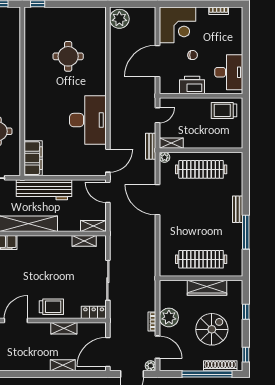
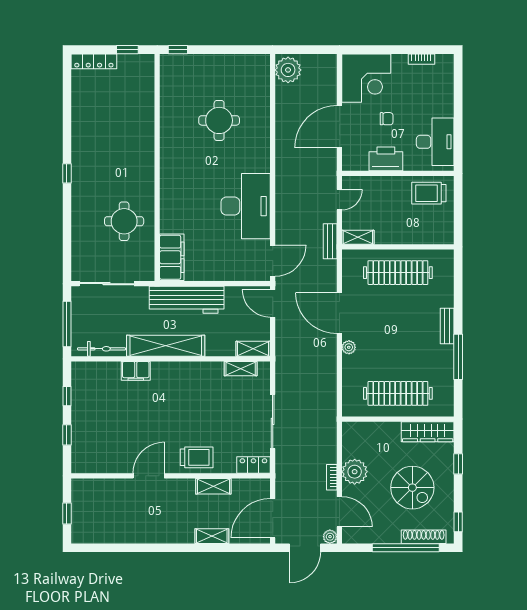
plant: (165, 157) -> (349, 347), moved
wardrobe: (207, 288) -> (428, 432), moved
spiral stairs: (212, 329) -> (412, 488), turned 90

